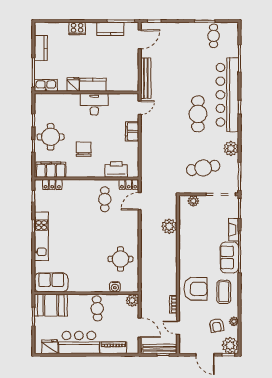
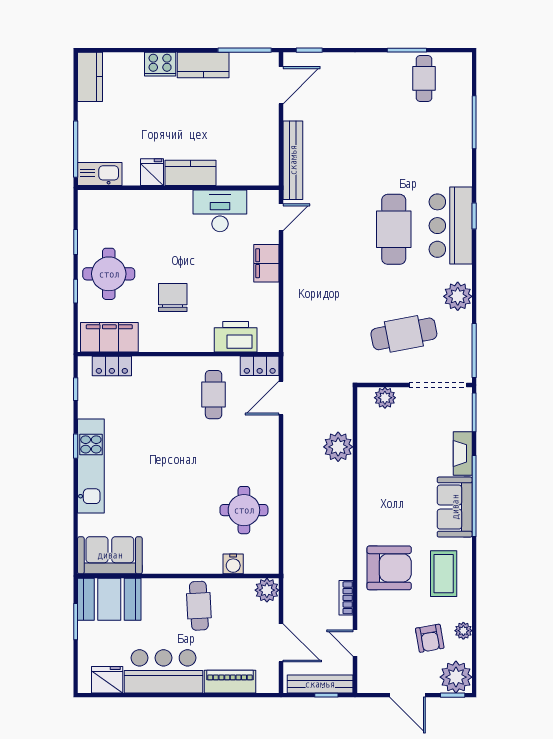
kitchen counter: (110, 29) -> (203, 65), moved
kitchen counter: (41, 48) -> (90, 77), moved
bar counter: (227, 95) -> (451, 226), width x0.54
desk: (94, 104) -> (220, 211), moved

